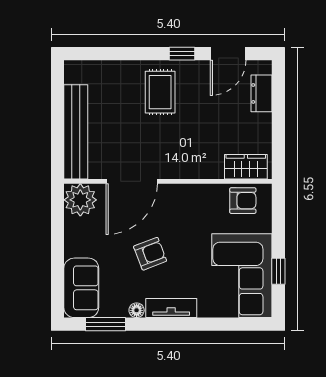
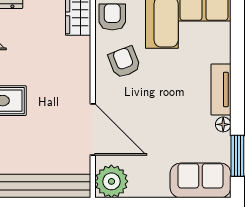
armchair: (150, 254) -> (124, 62), moved

